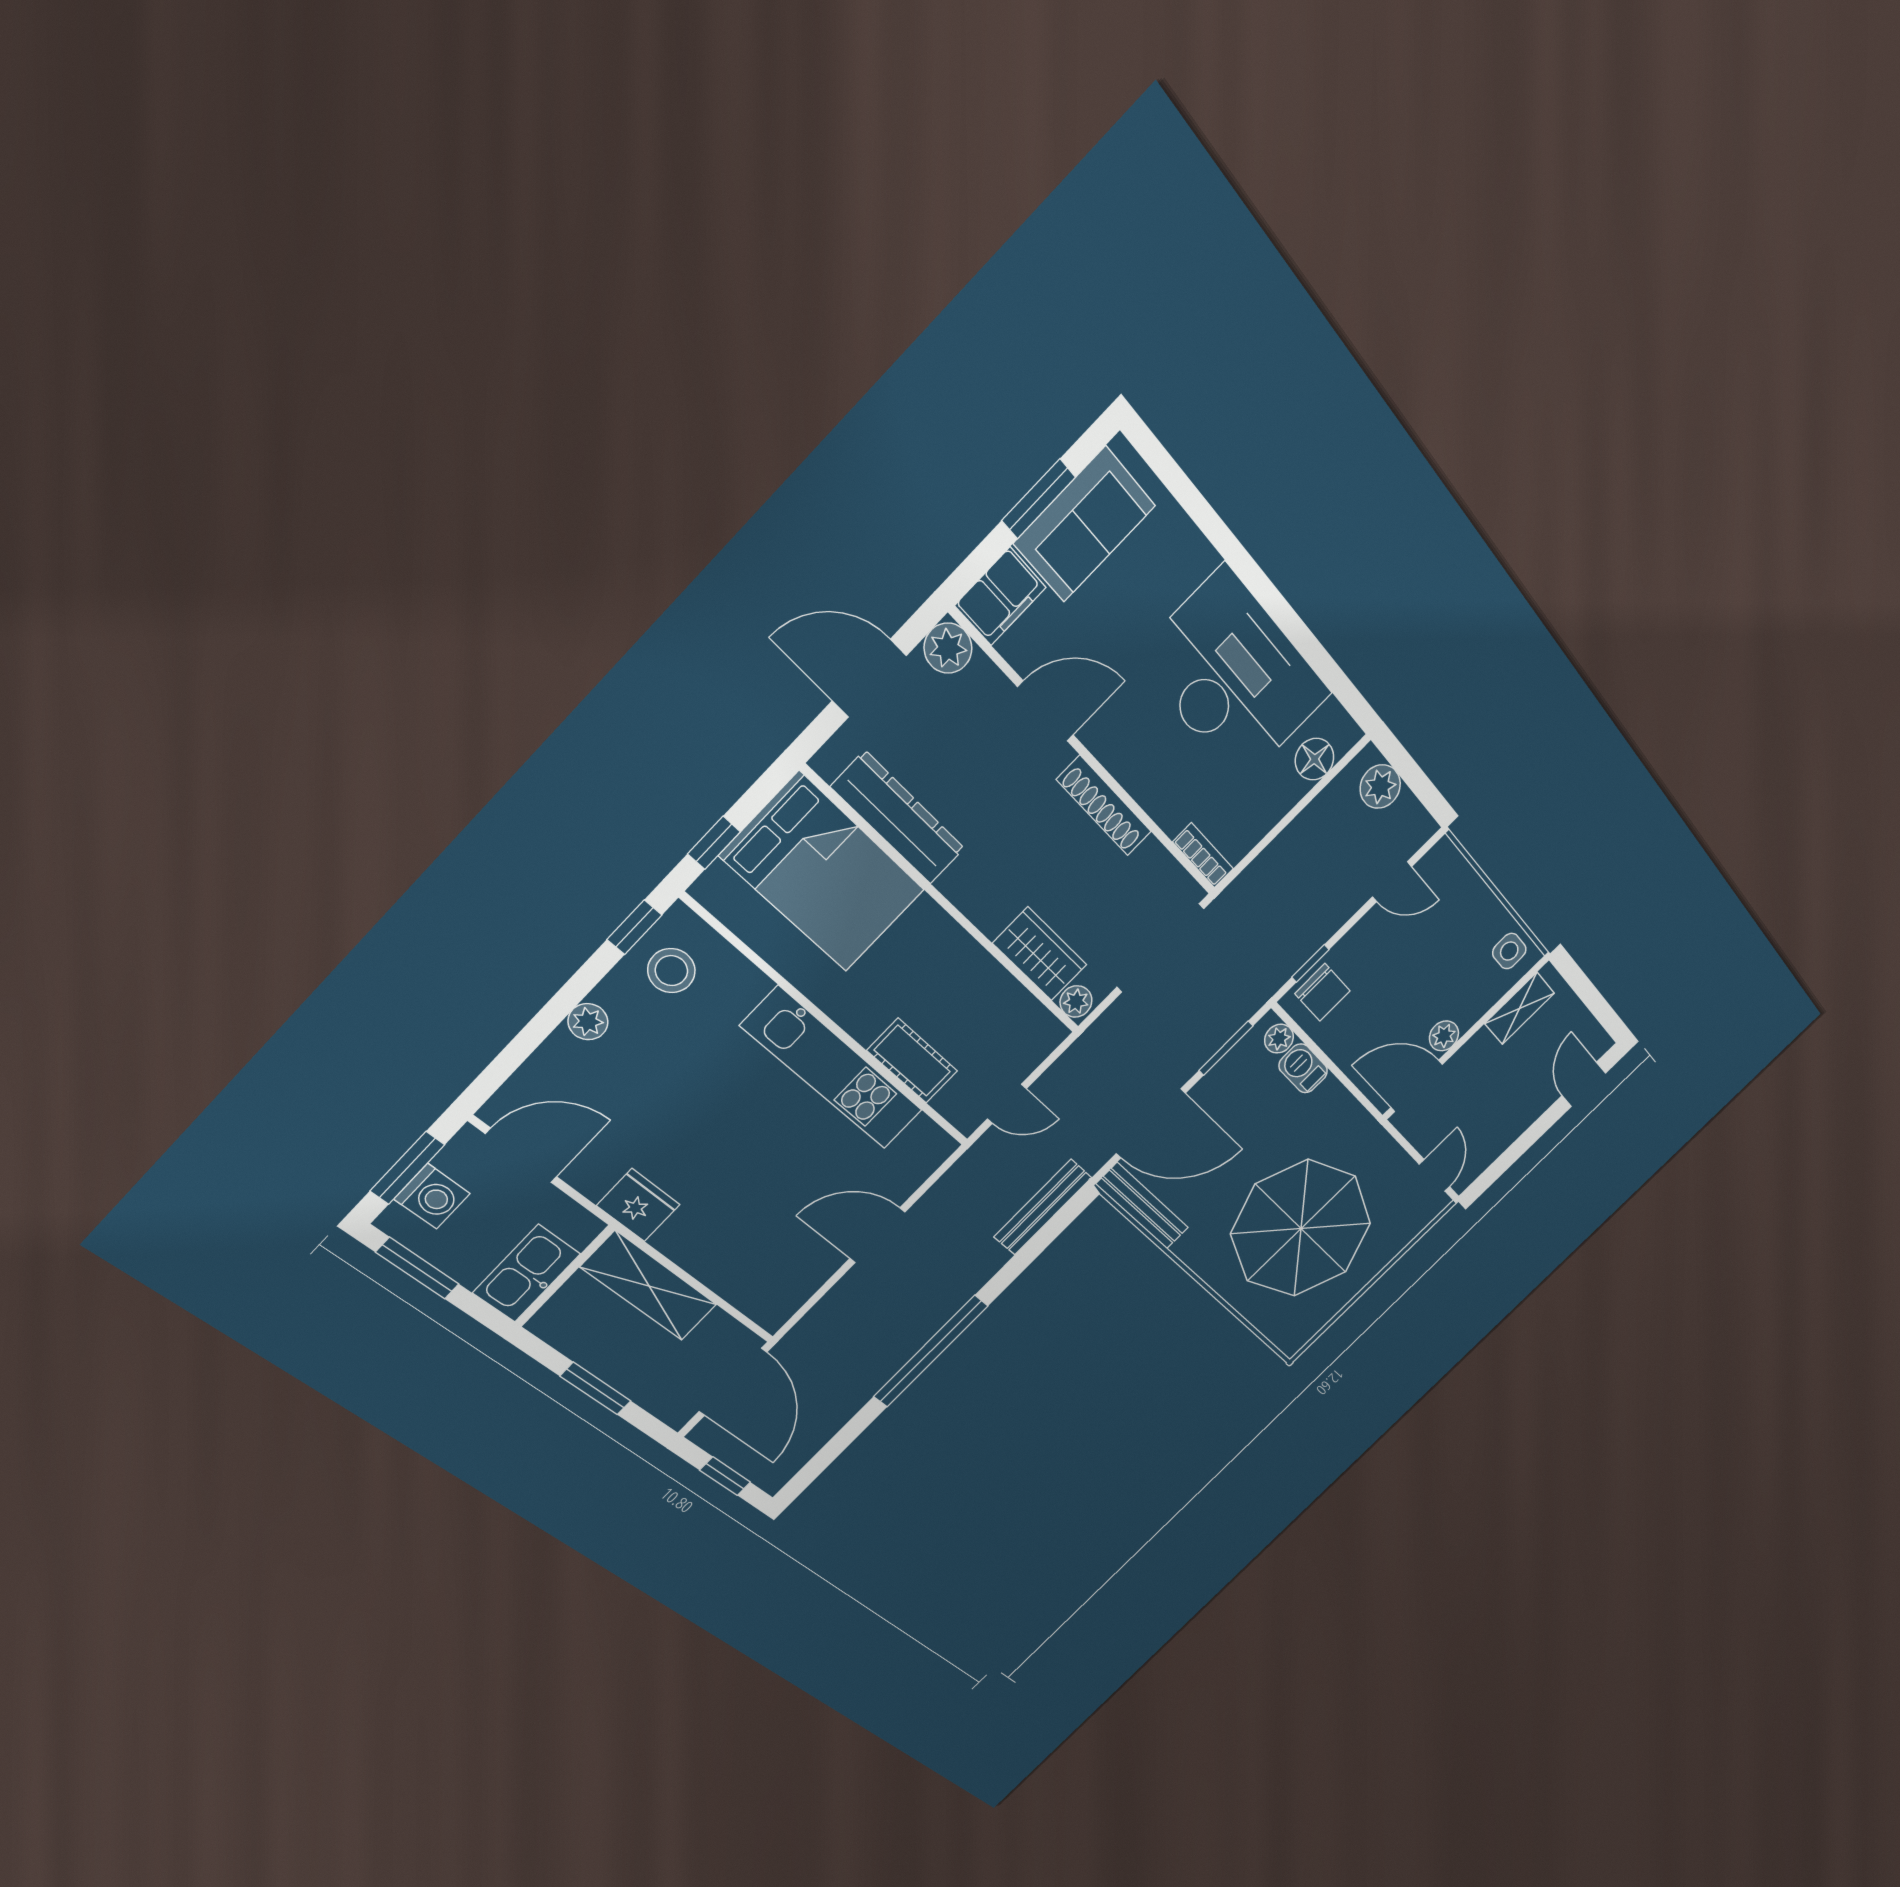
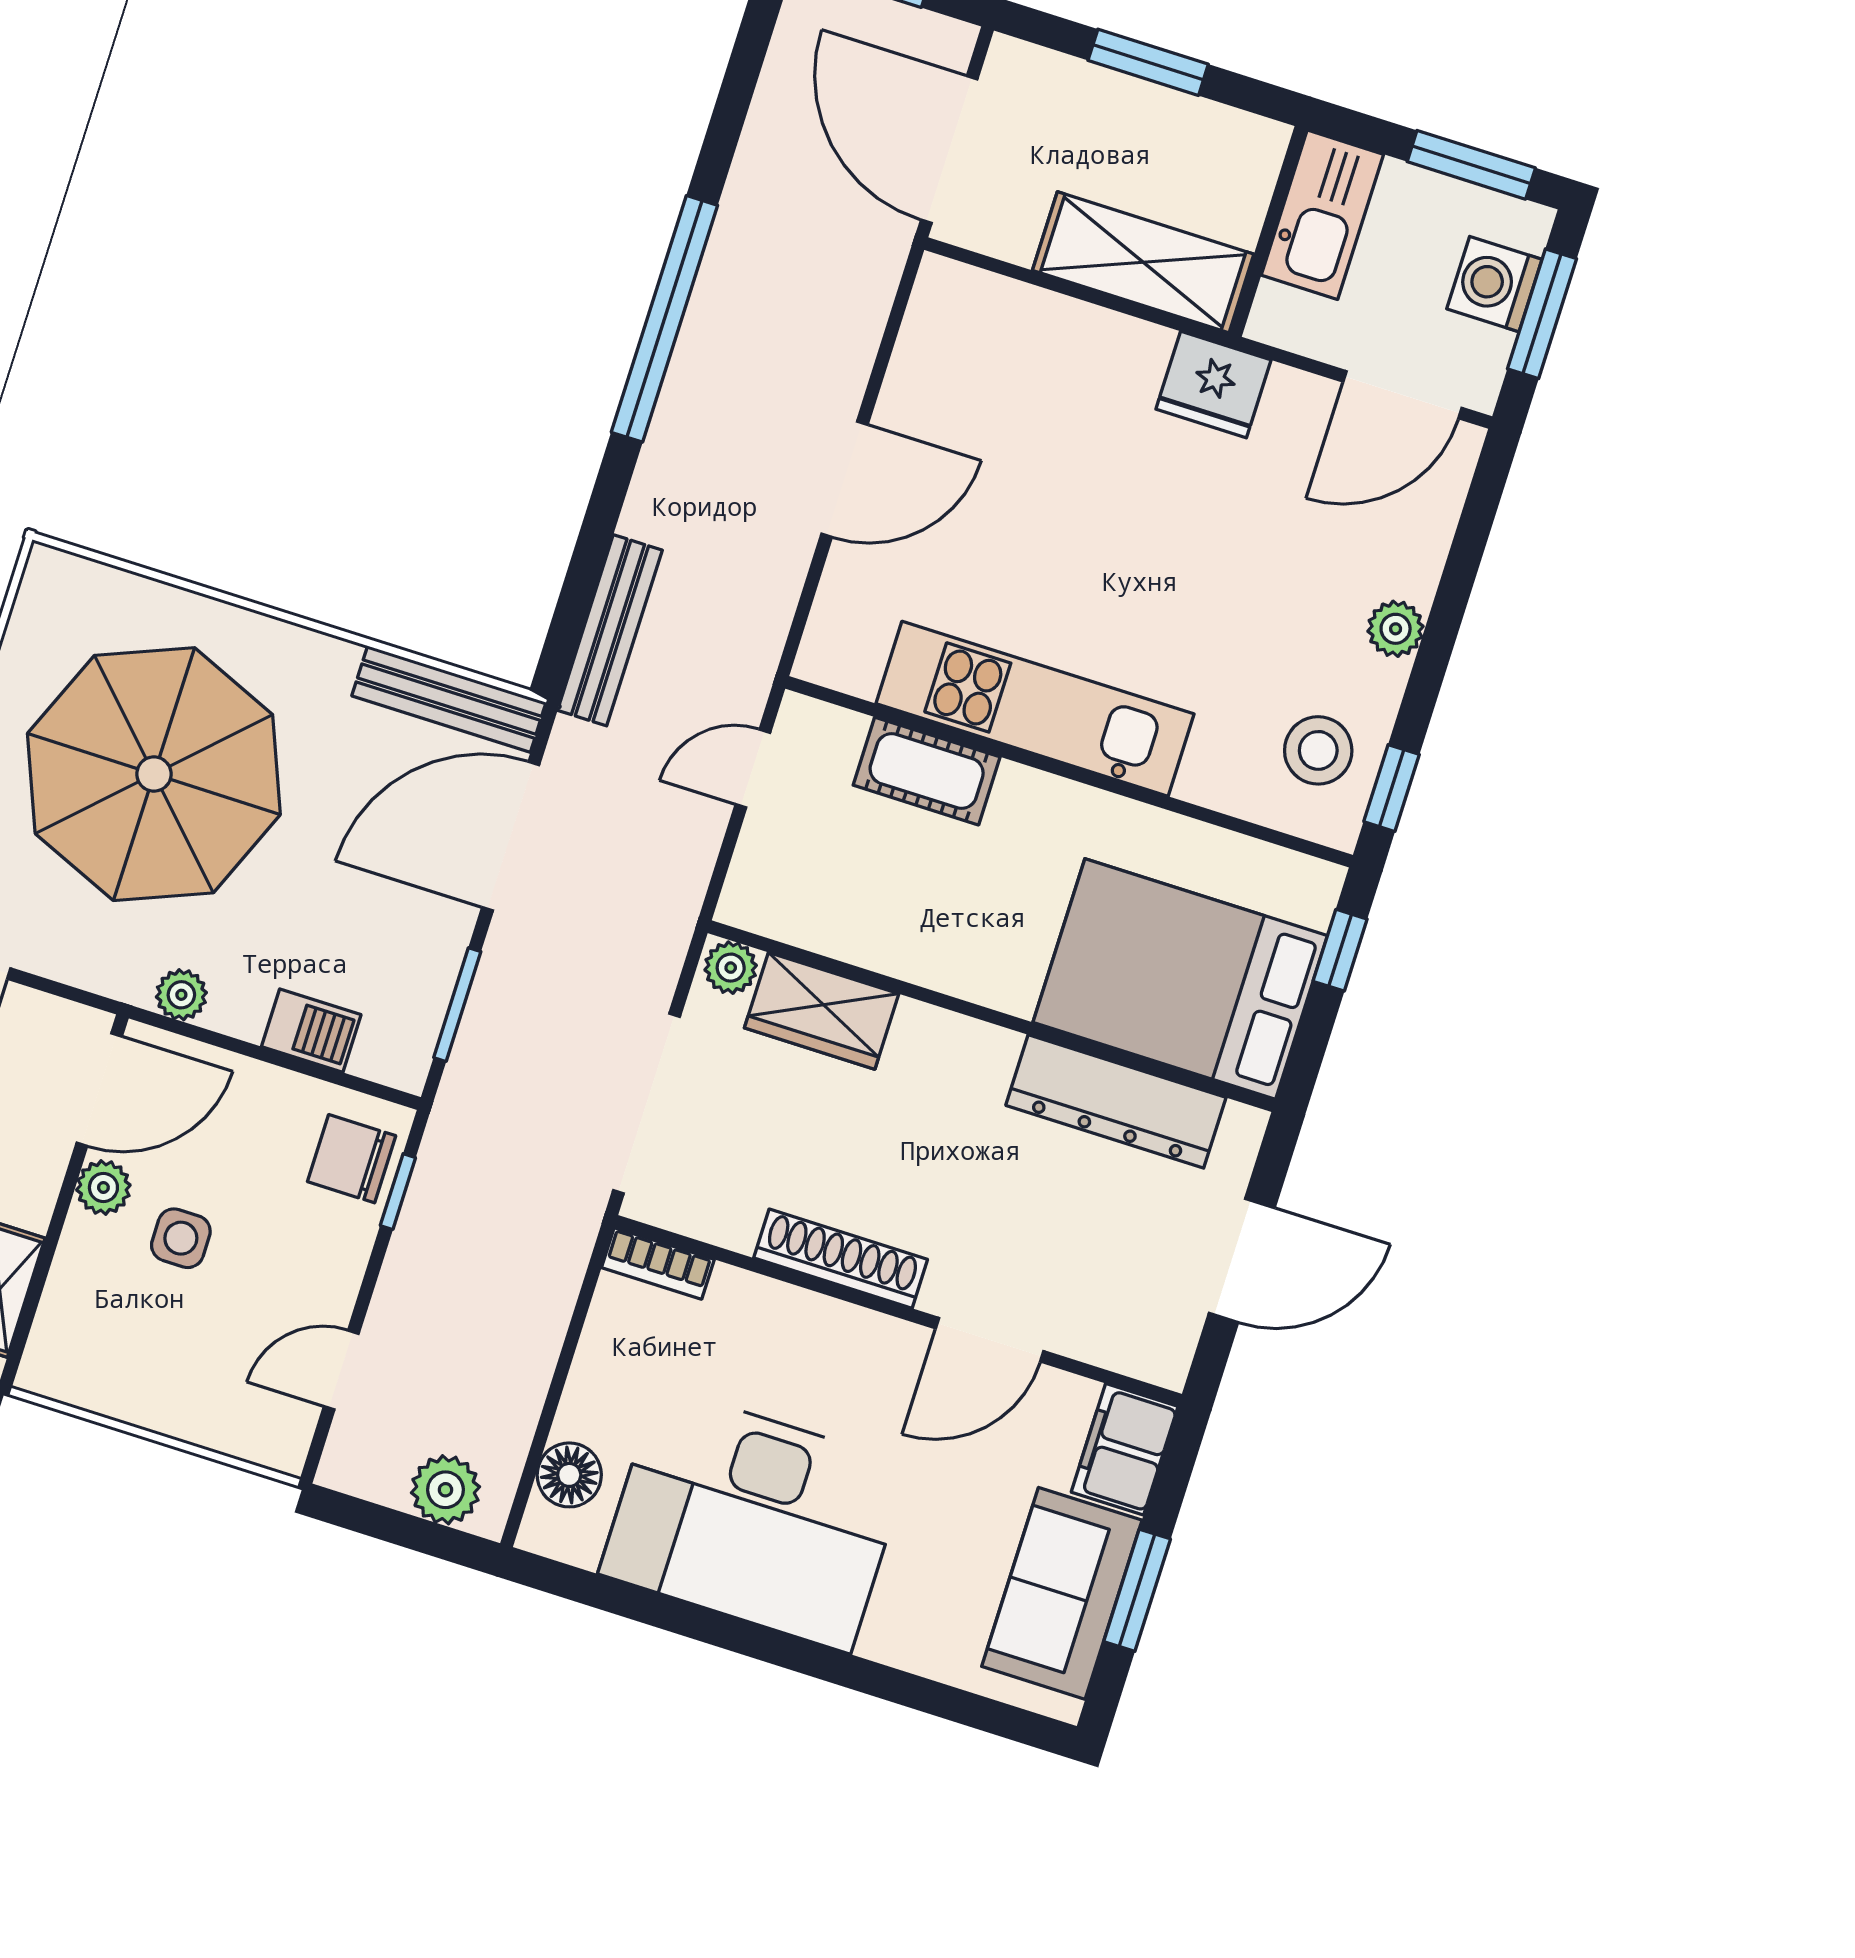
plant: (948, 648) -> (1160, 1351), removed
side table: (1509, 951) -> (181, 1238), moved
plant: (1279, 1039) -> (181, 995), moved

